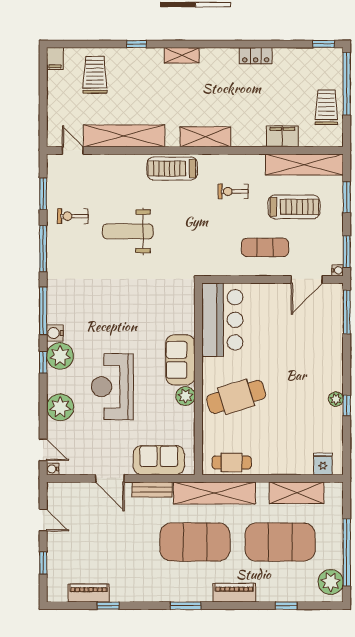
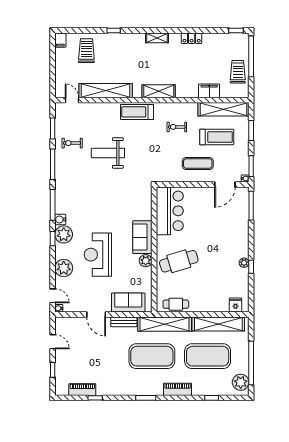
shelving: (182, 55) -> (157, 38), moved
shelving: (297, 493) -> (218, 324), width x1.47

